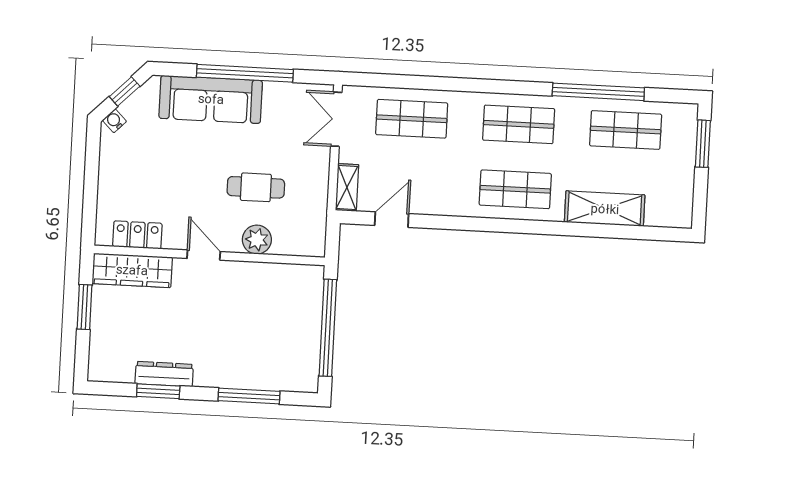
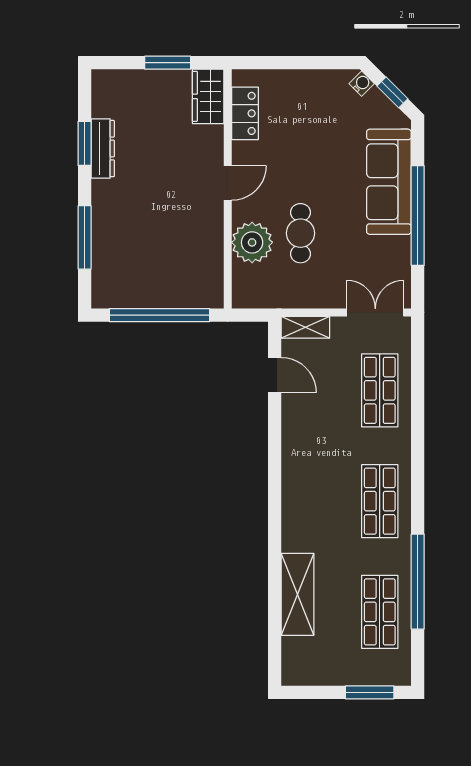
shop shelf: (515, 189) -> (313, 501), removed
plant: (257, 240) -> (252, 242), width x1.36, depth x1.36
wardrobe: (132, 270) -> (208, 96), width x0.67

